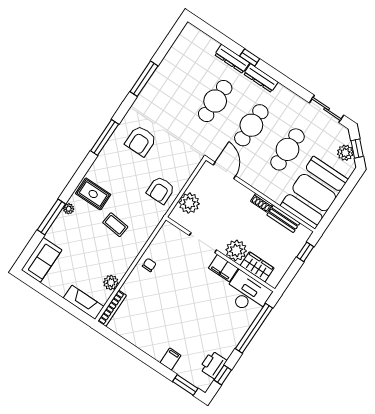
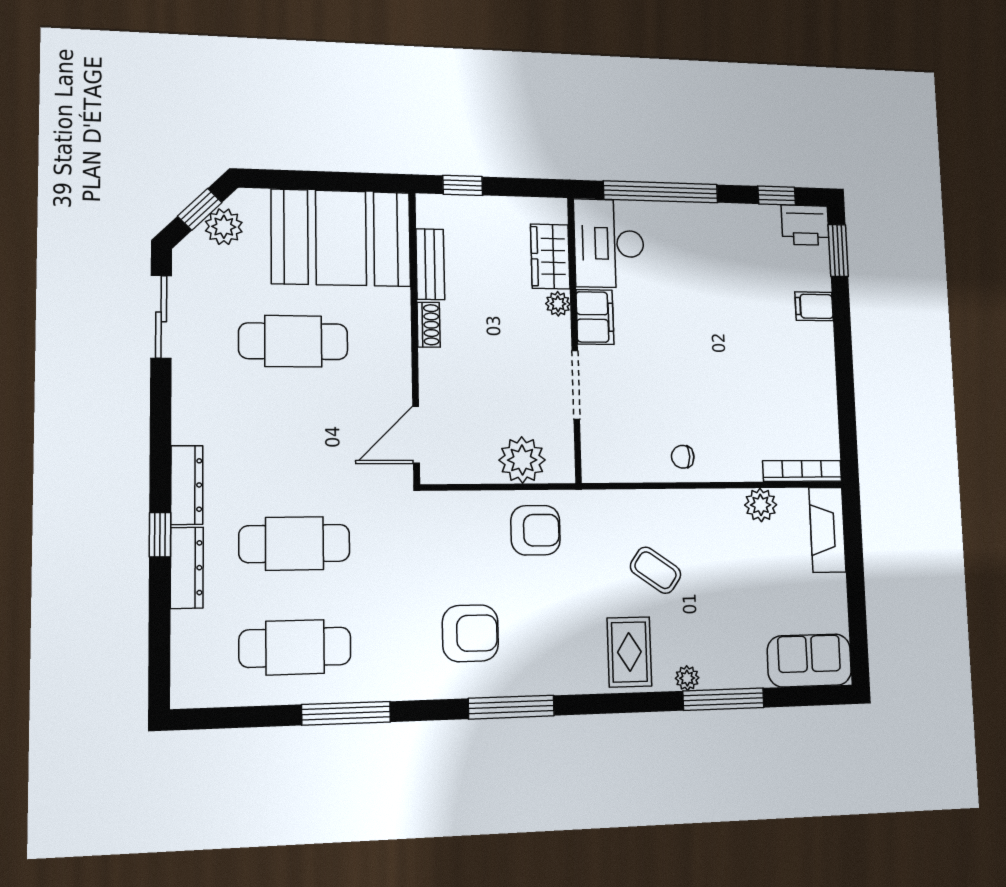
cafe table: (251, 125) -> (295, 647), moved
coffee table: (115, 225) -> (656, 570), turned -61
plant: (236, 250) -> (558, 304), width x0.53, depth x0.53
printer: (213, 365) -> (805, 225), moved

